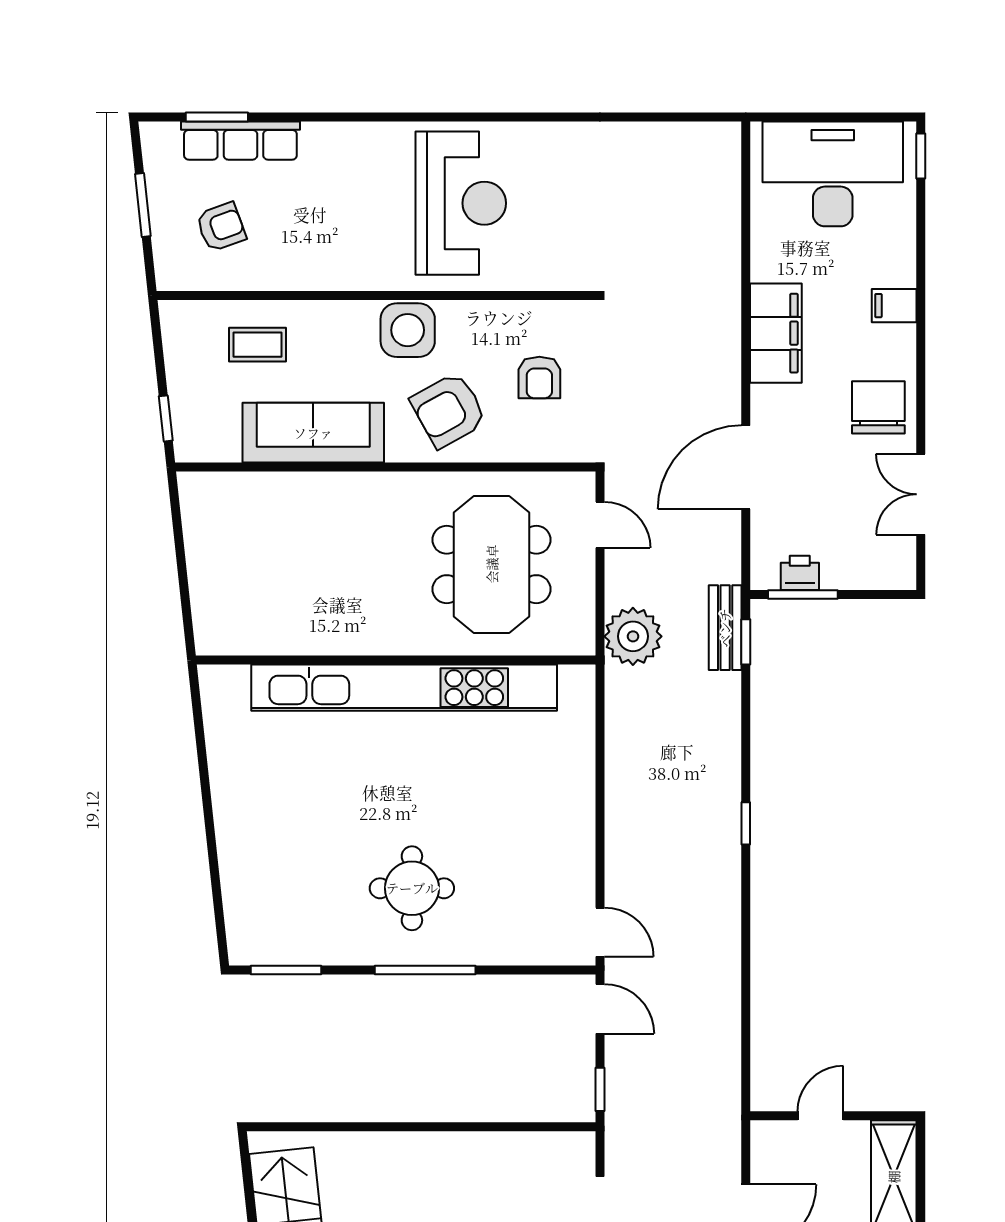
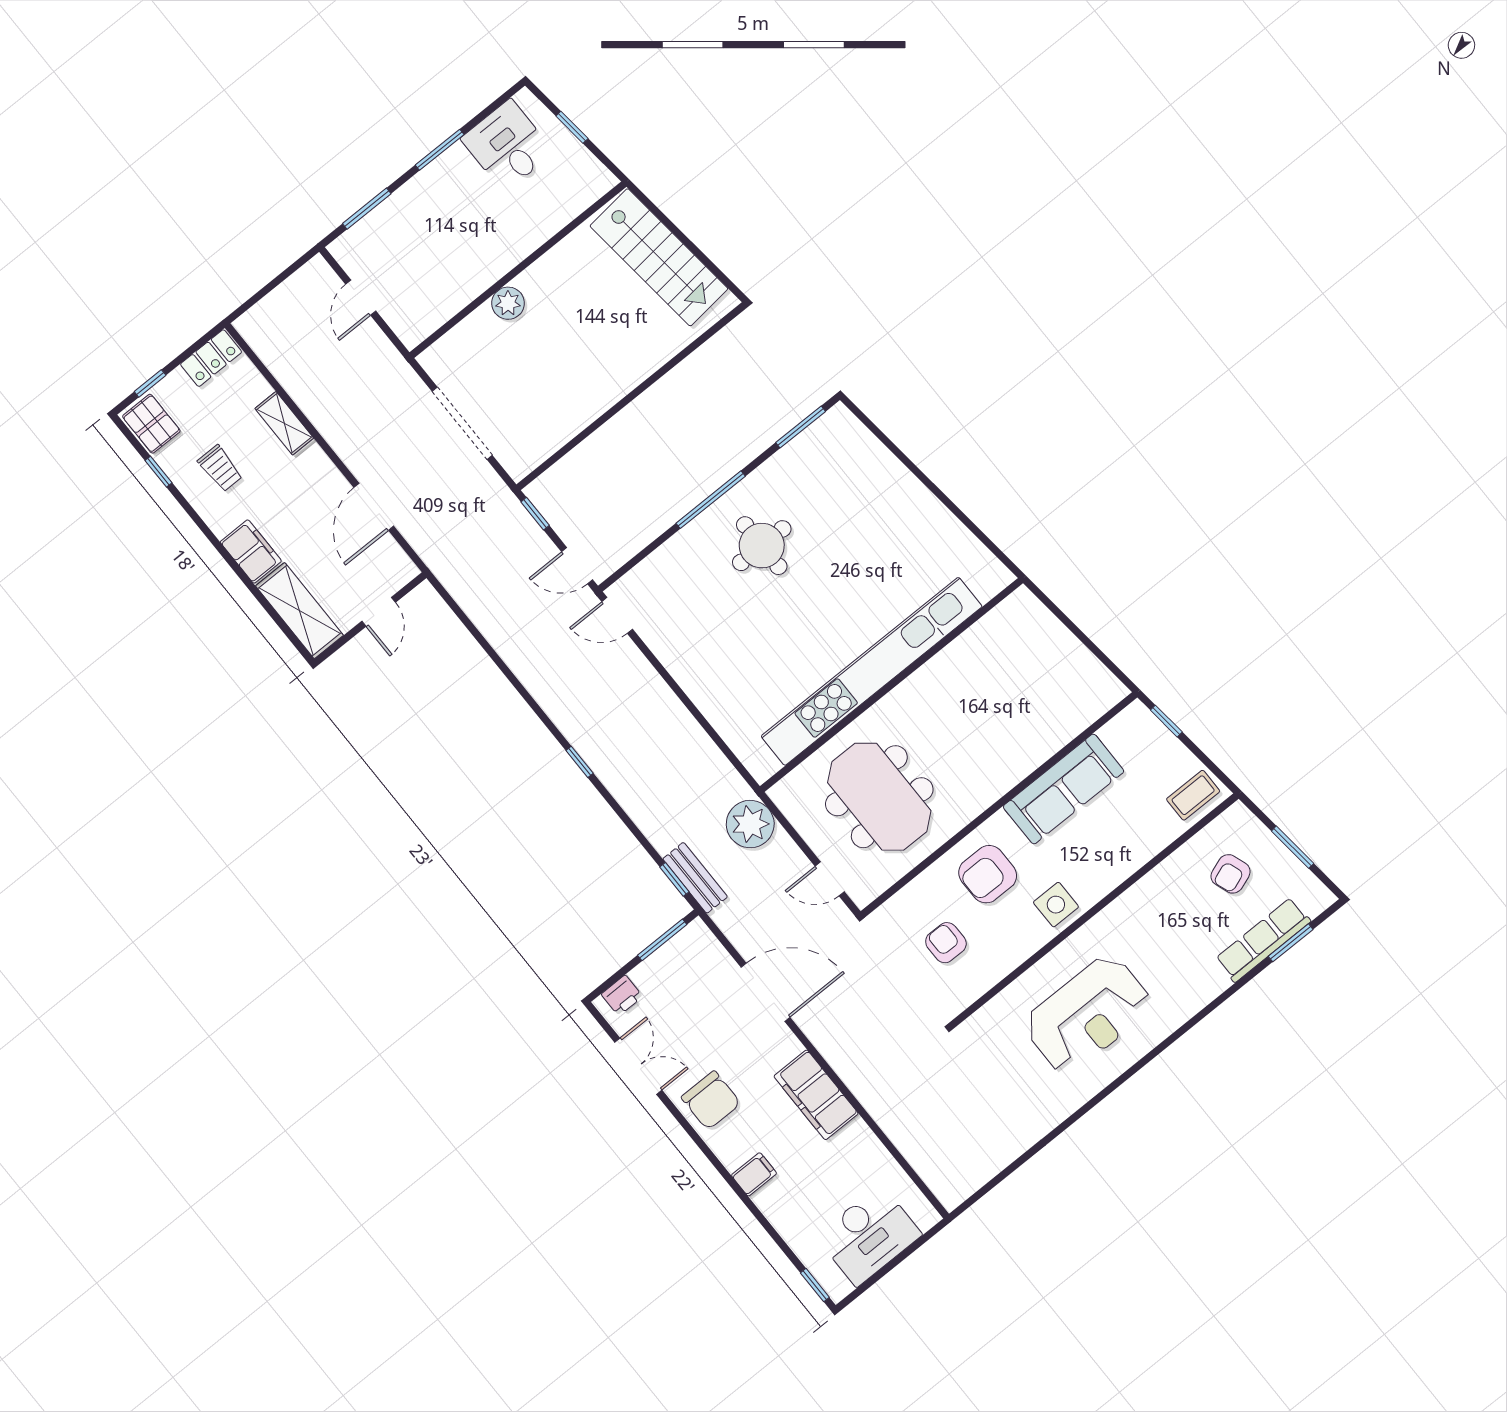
desk: (833, 174) -> (869, 1235), width x0.73, depth x0.77
reception desk: (461, 203) -> (1088, 1014), turned -90
side table: (408, 330) -> (1056, 905), width x0.73, depth x0.73
coffee table: (257, 345) -> (1193, 795), moved
armchair: (449, 410) -> (988, 874), turned -151
door: (746, 467) -> (766, 992), hinge flipped
printer: (800, 573) -> (622, 995), moved

